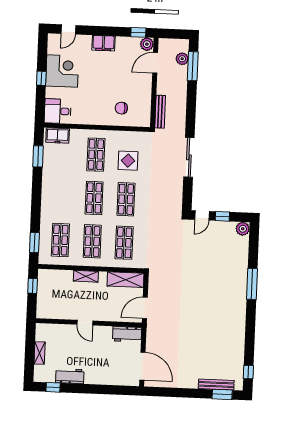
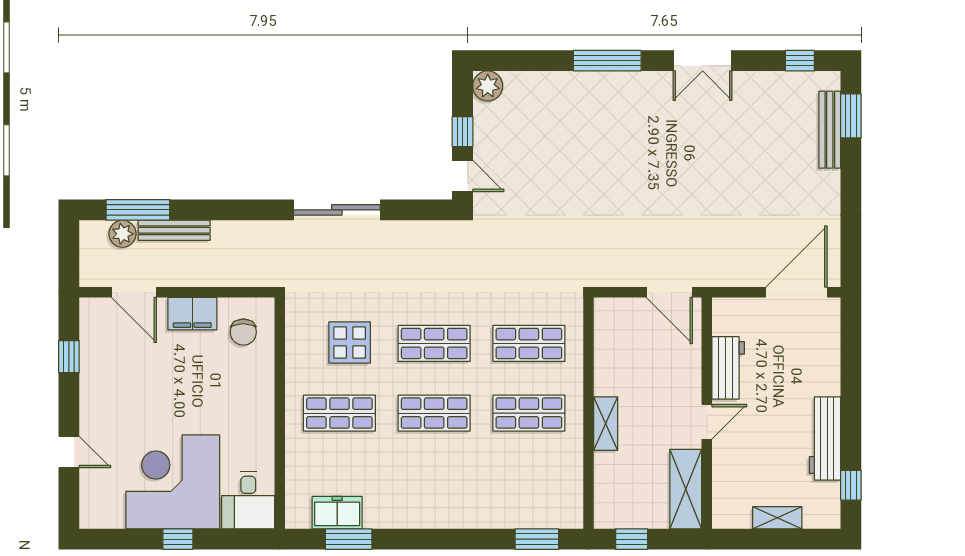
door: (68, 29) -> (69, 452), moved
window: (138, 32) -> (69, 357), moved
filing cabinet: (103, 43) -> (192, 314), moved, turned 90
plant: (147, 44) -> (94, 312), removed
corner desk: (62, 71) -> (173, 482), width x1.36, depth x1.36
chair: (121, 108) -> (243, 332), moved
bench: (160, 112) -> (174, 230), moved
freezer: (58, 135) -> (337, 513), moved, turned -90
shop shelf: (60, 240) -> (529, 483), removed
shelving: (126, 280) -> (686, 489), moved
double door: (250, 328) -> (703, 61), added
workbench: (127, 334) -> (728, 368), moved
workbench: (70, 376) -> (825, 438), width x1.38

